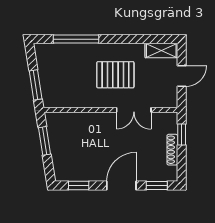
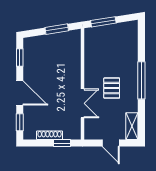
window: (76, 39) -> (141, 80), moved
pallet: (115, 75) -> (112, 88), width x0.67, depth x0.71
double door: (134, 110) -> (83, 103), swing flipped

